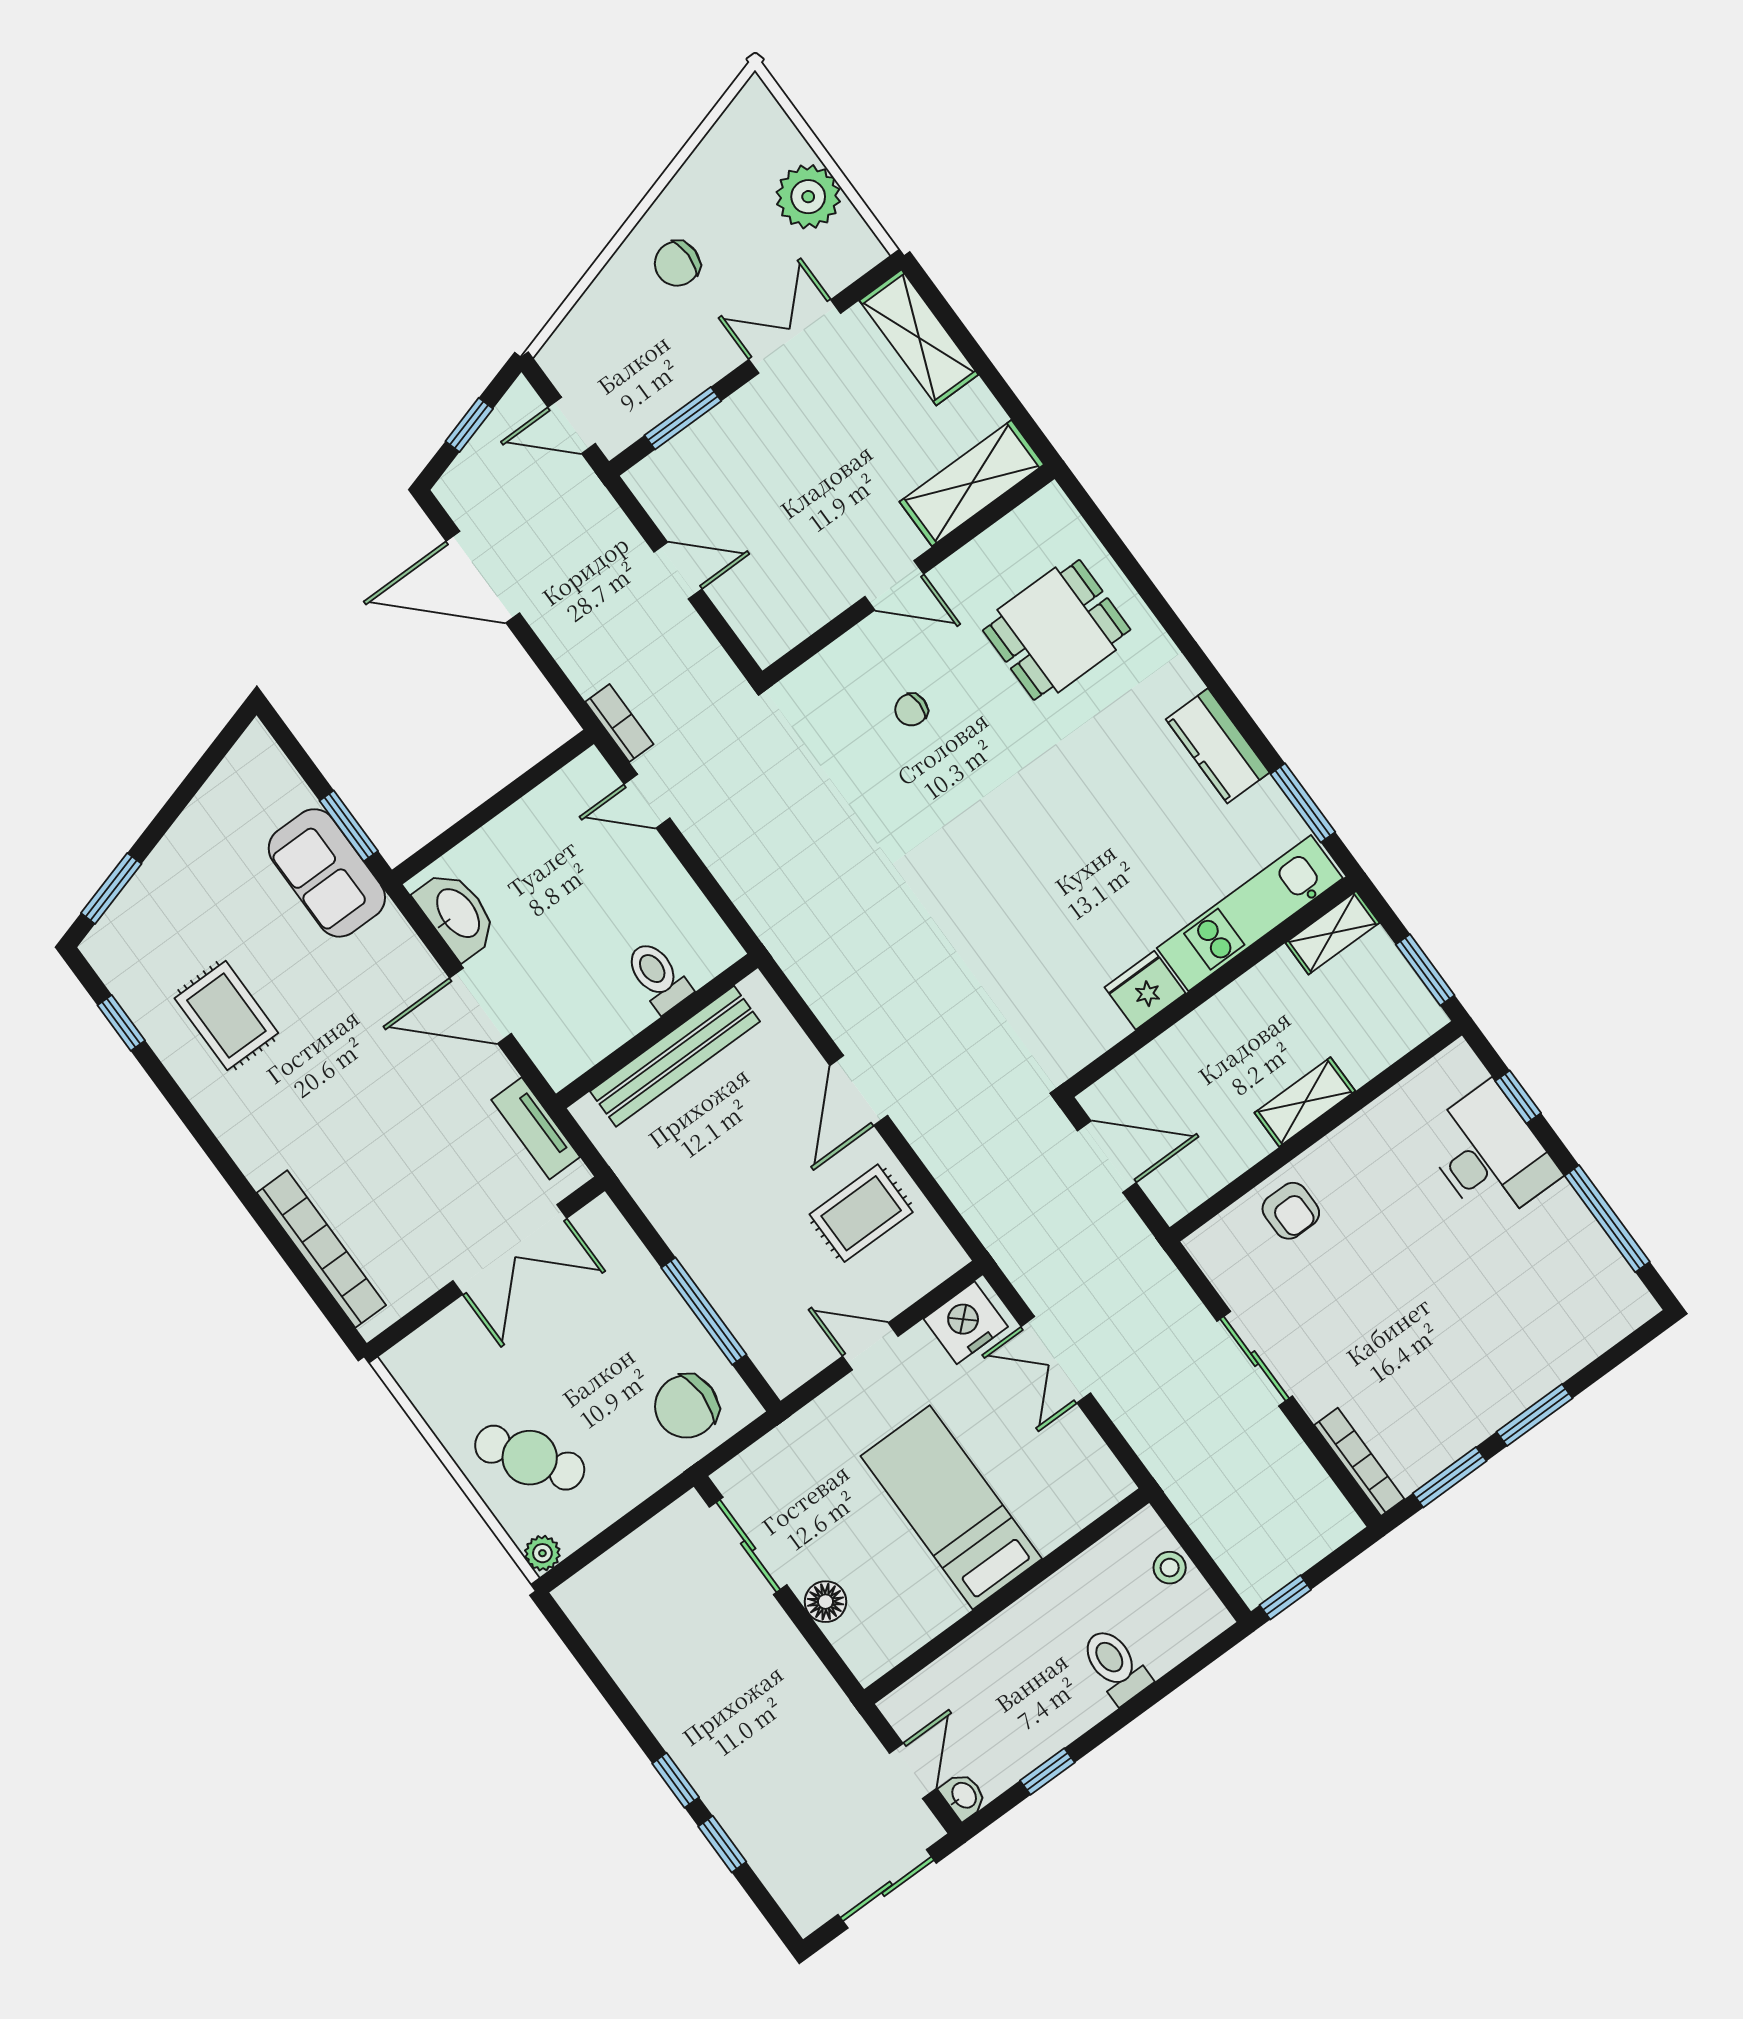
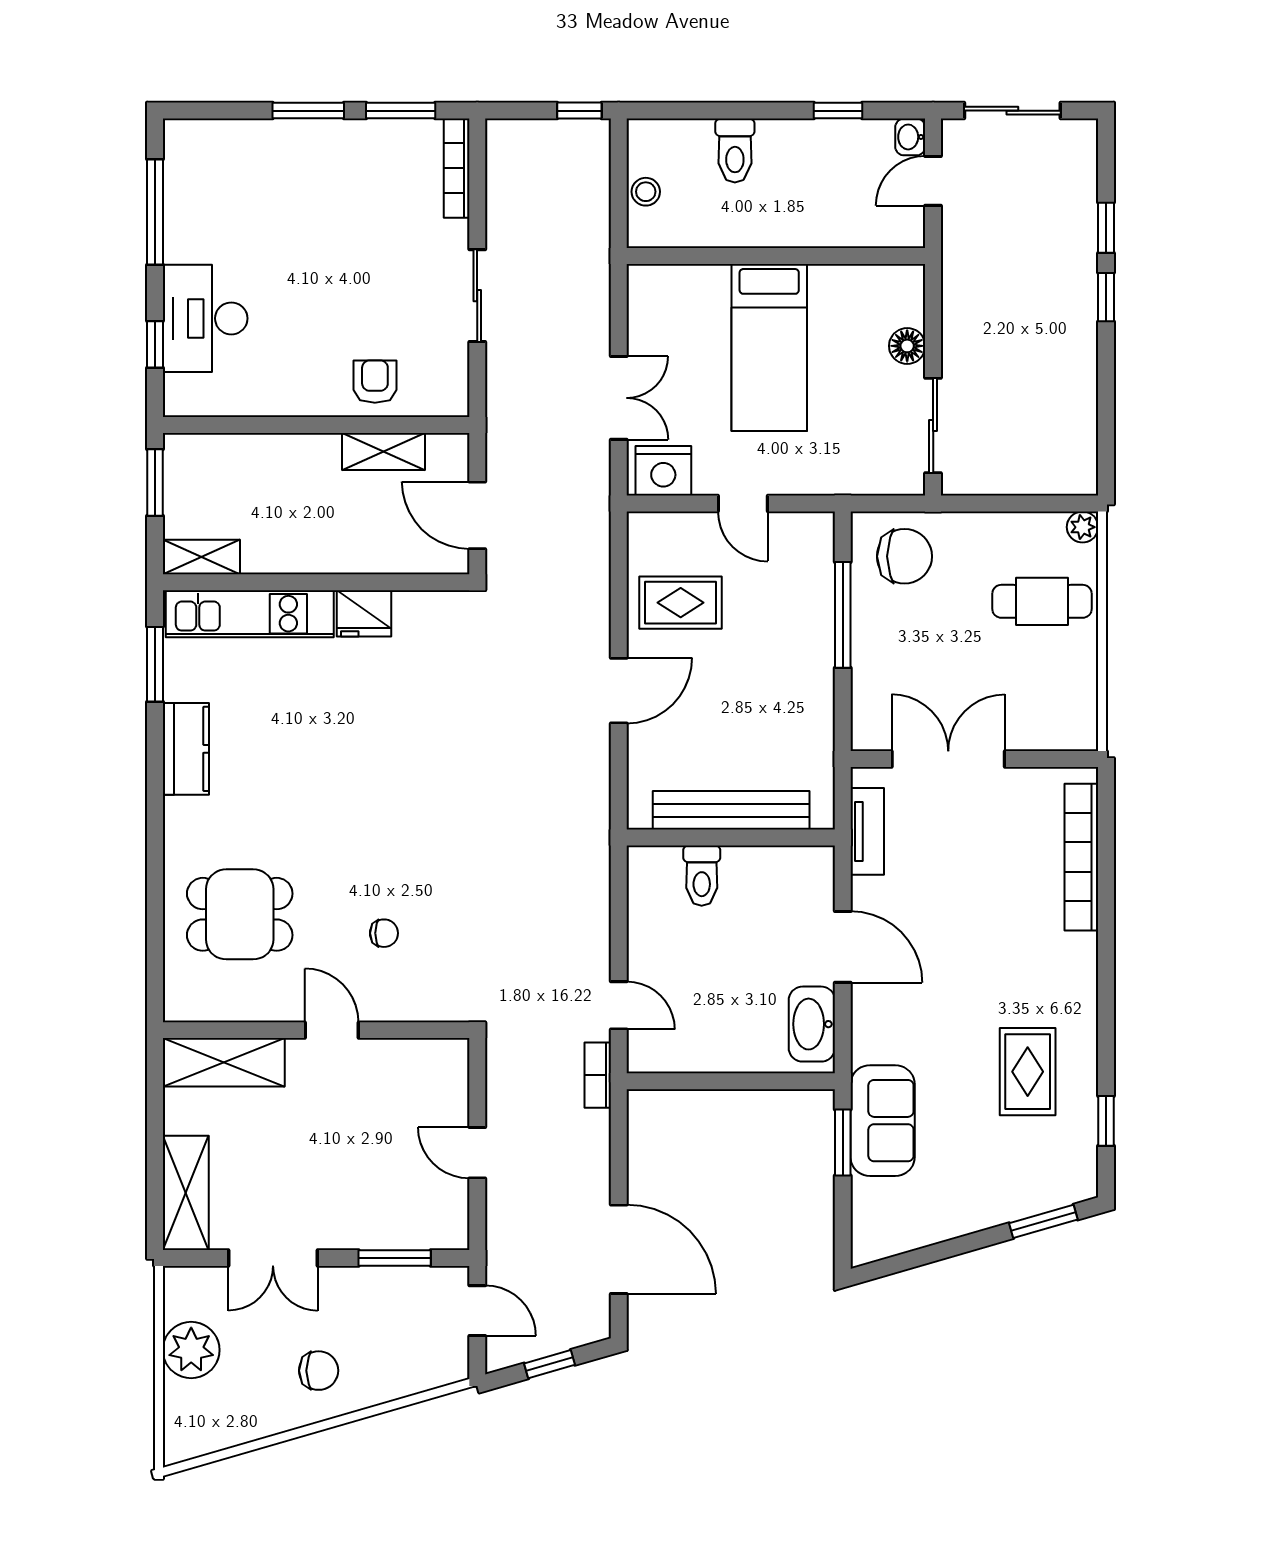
shelving: (1305, 1102) -> (383, 451), moved
cafe table: (530, 1458) -> (1042, 601), turned -56

